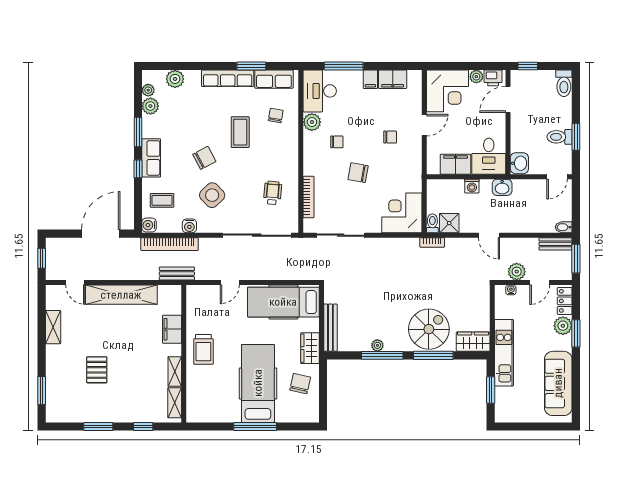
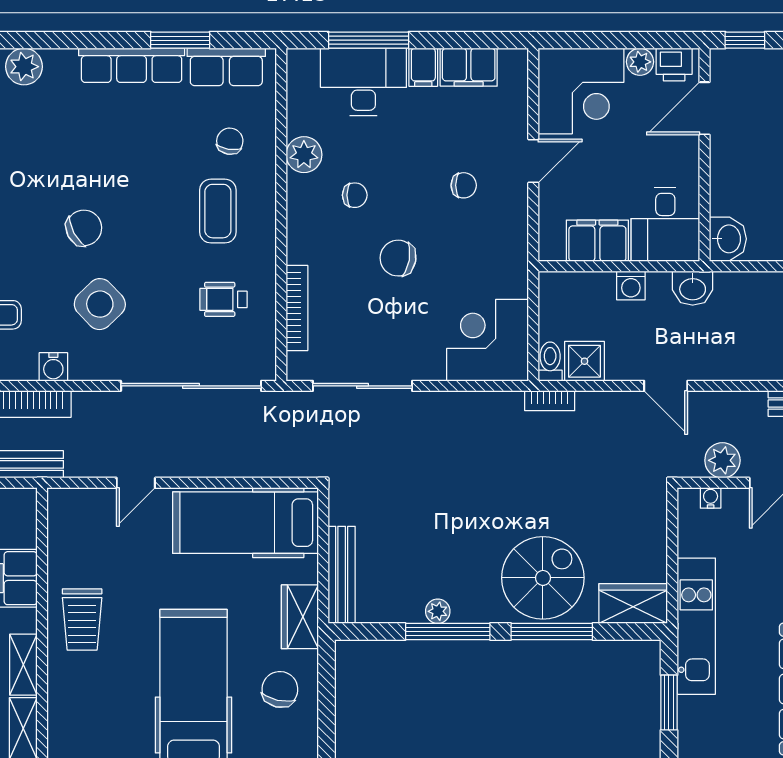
desk: (320, 91) -> (363, 82), moved, turned 90
coffee table: (240, 132) -> (218, 211), moved
wheelchair: (273, 193) -> (223, 299), turned -95

